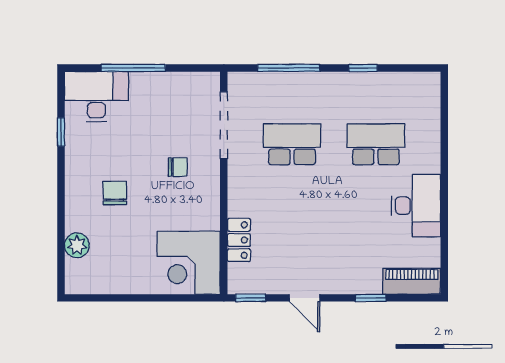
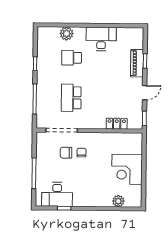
desk: (96, 97) -> (57, 194), moved, turned -90
plant: (427, 133) -> (67, 34), added
school desk: (376, 144) -> (72, 58), width x0.54
chair: (115, 193) -> (66, 153), moved
corner desk: (189, 263) -> (127, 169), moved, turned 90
piano: (412, 281) -> (137, 63), moved

